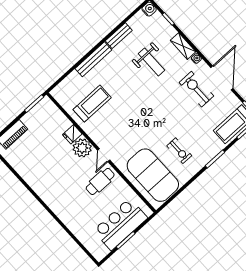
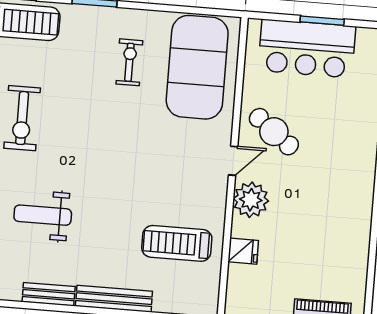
weight bench: (151, 62) -> (43, 215), turned -90
fridge: (72, 134) -> (243, 251), moved
cafe table: (100, 181) -> (274, 132), turned 38

